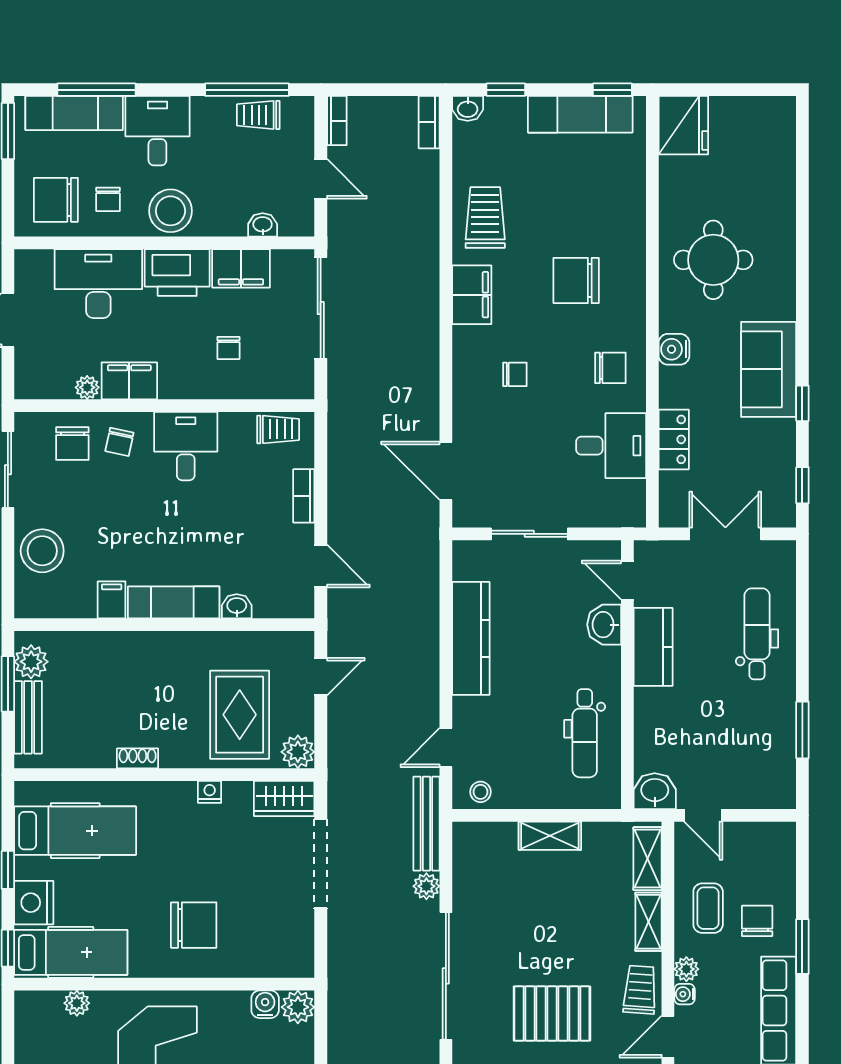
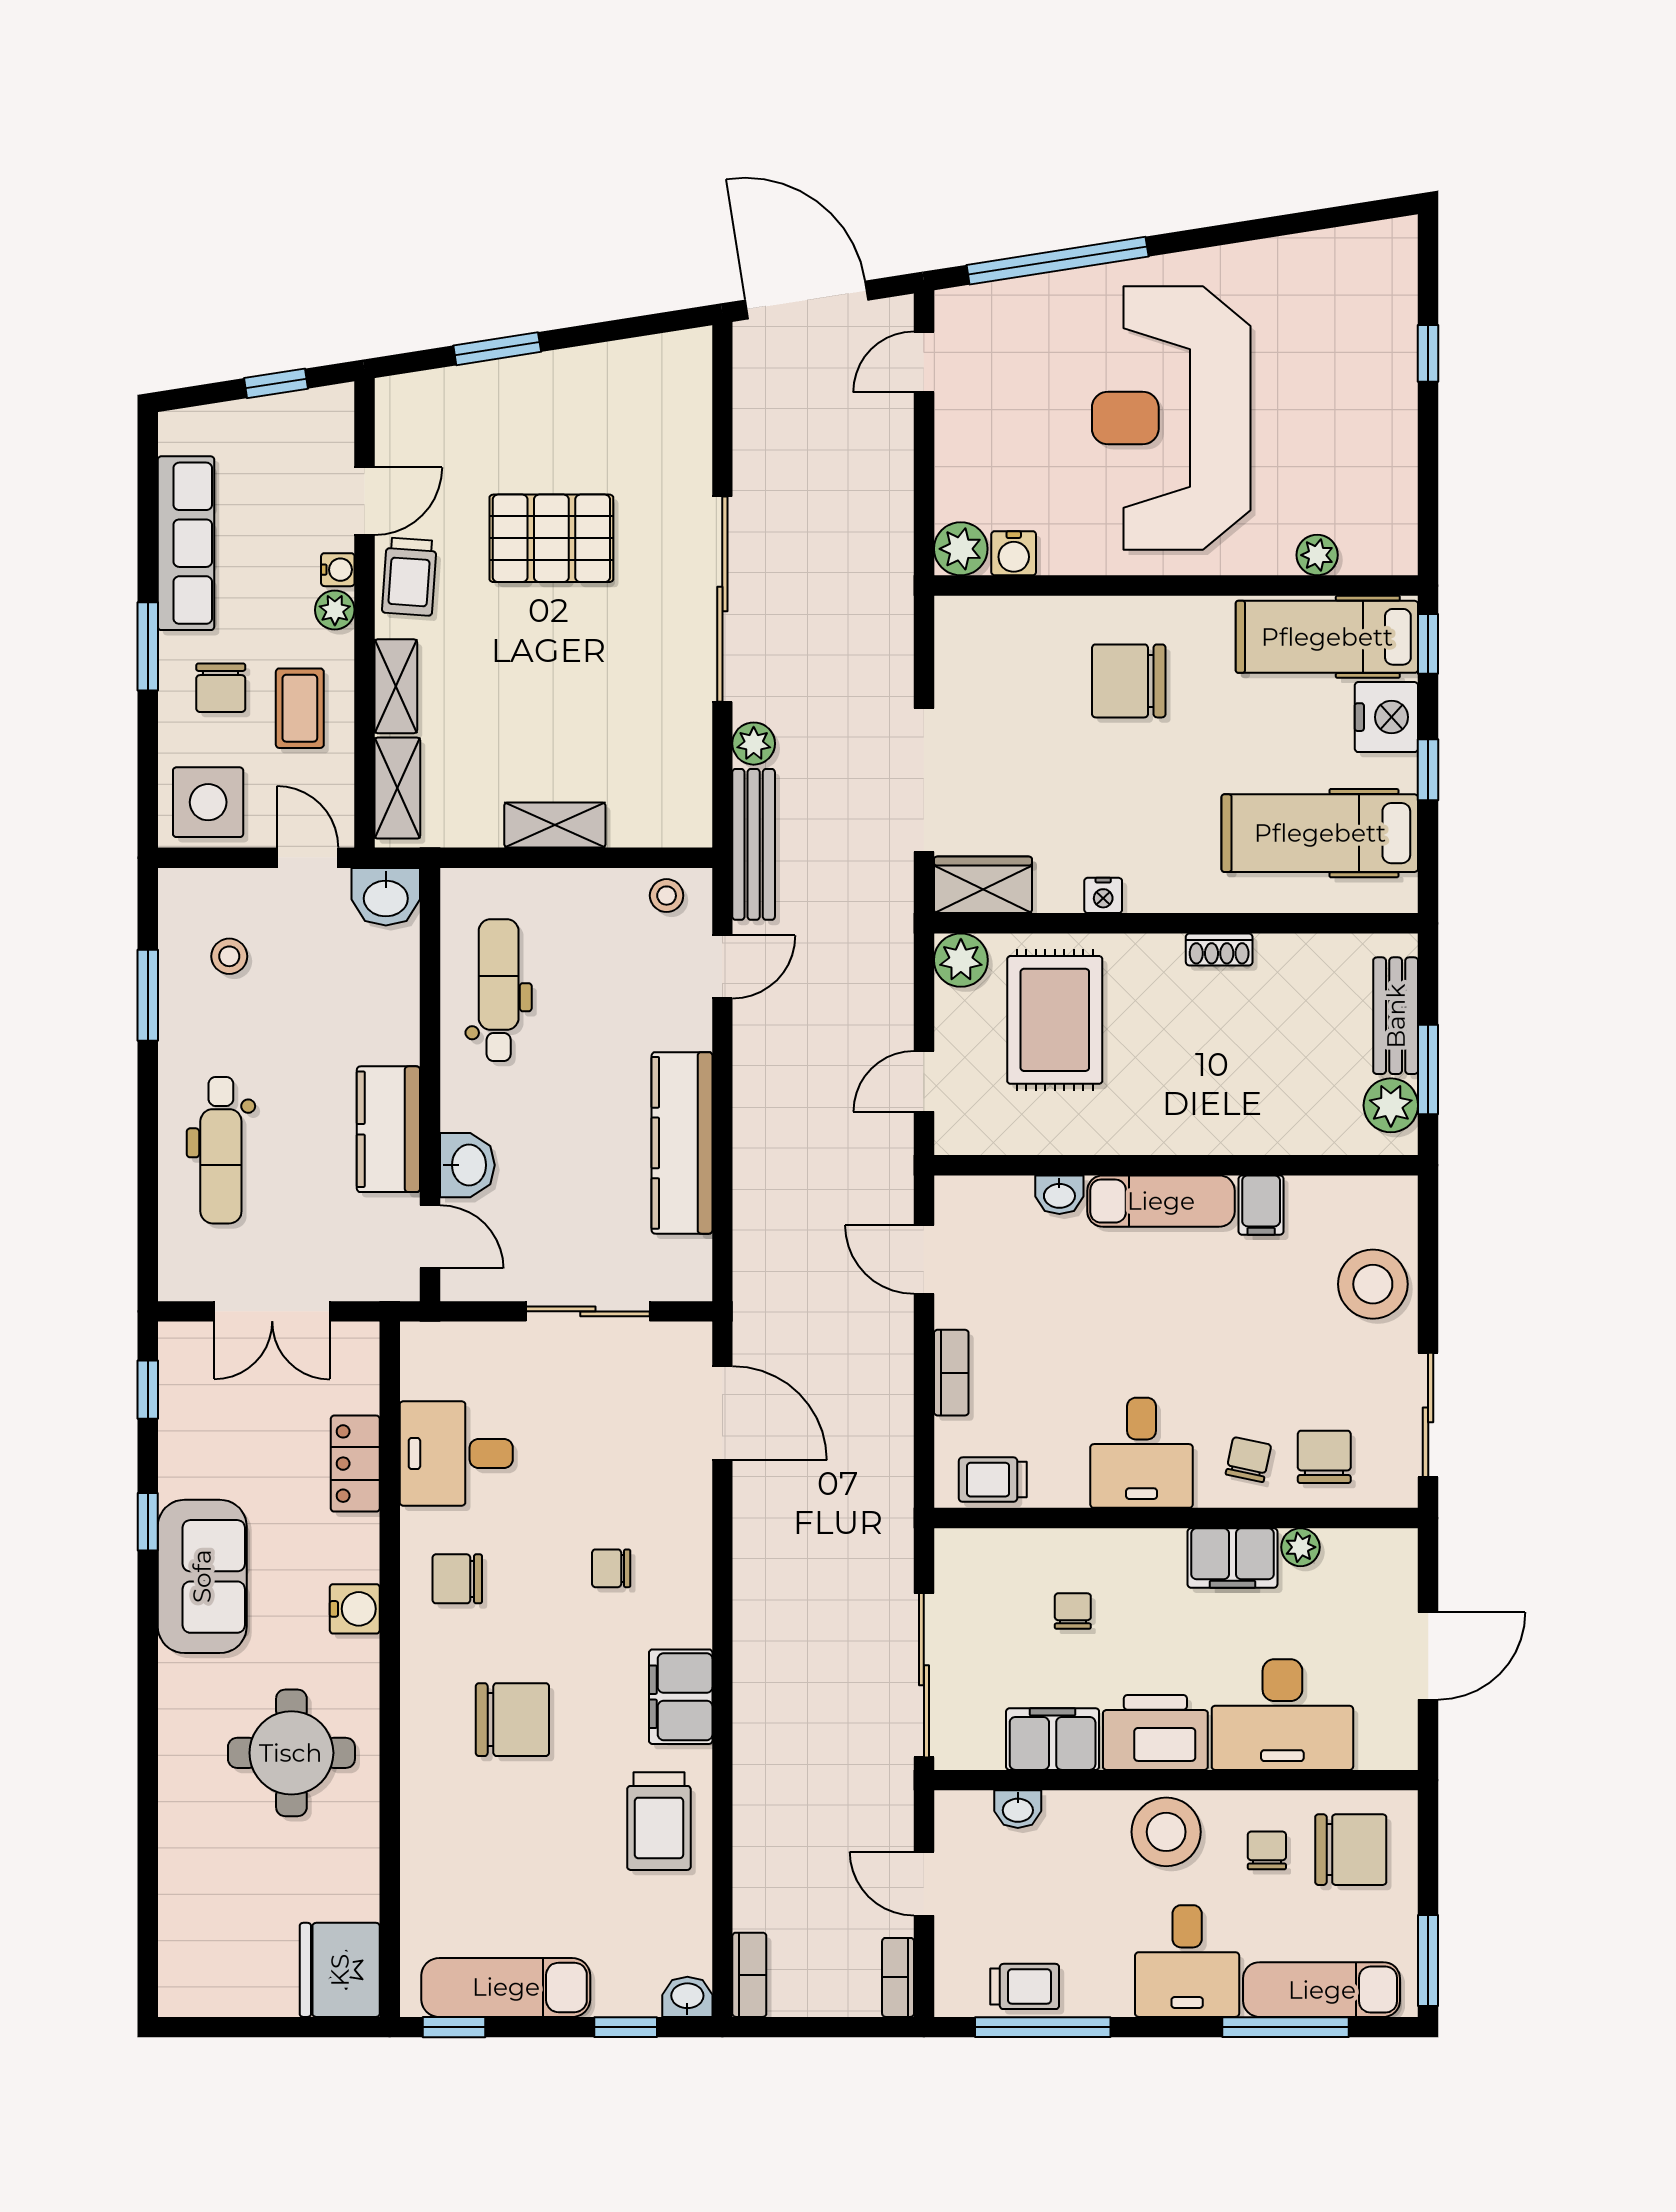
stool: (752, 754) -> (229, 956), added
side table: (765, 850) -> (208, 802), added

